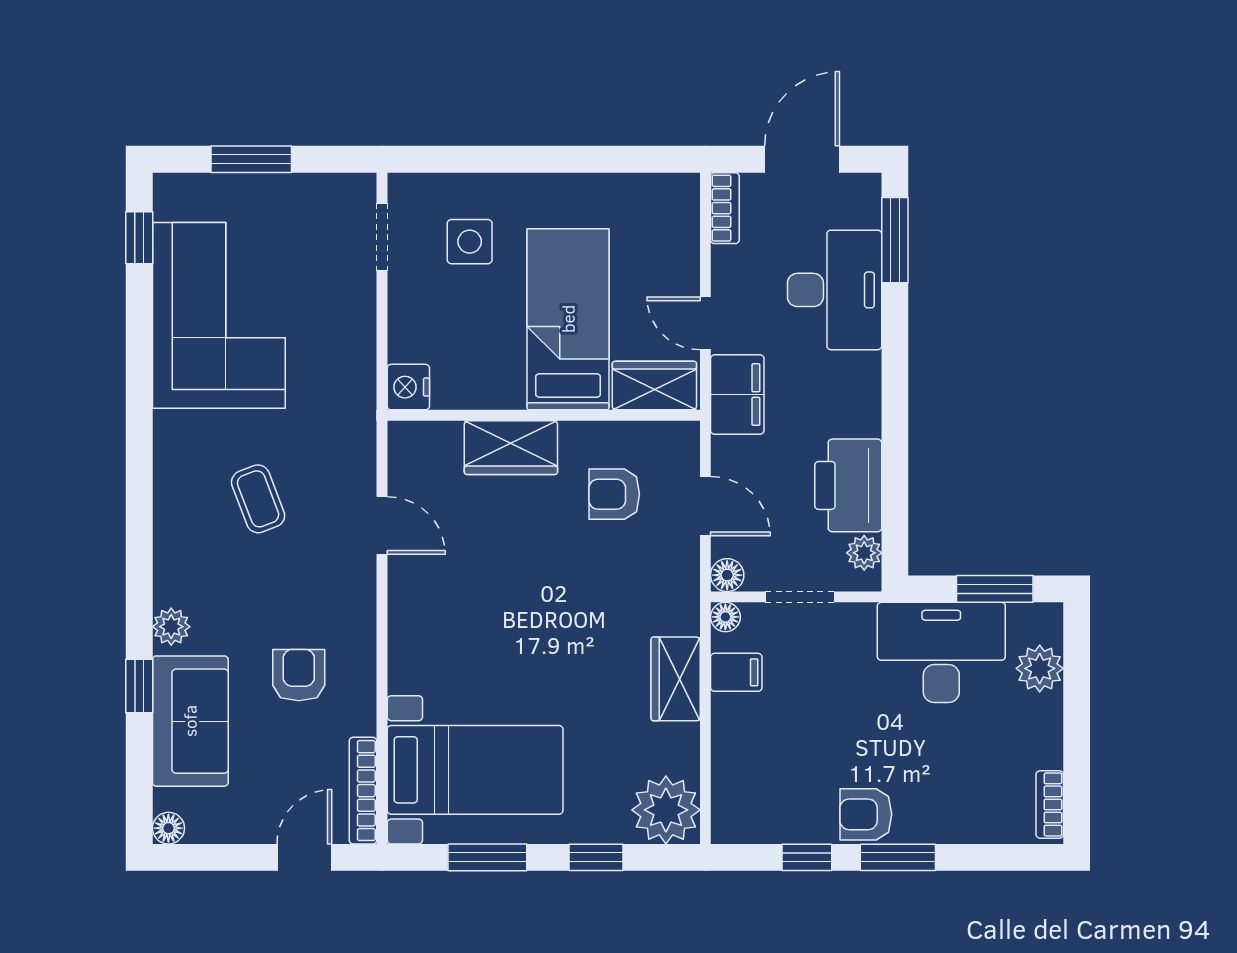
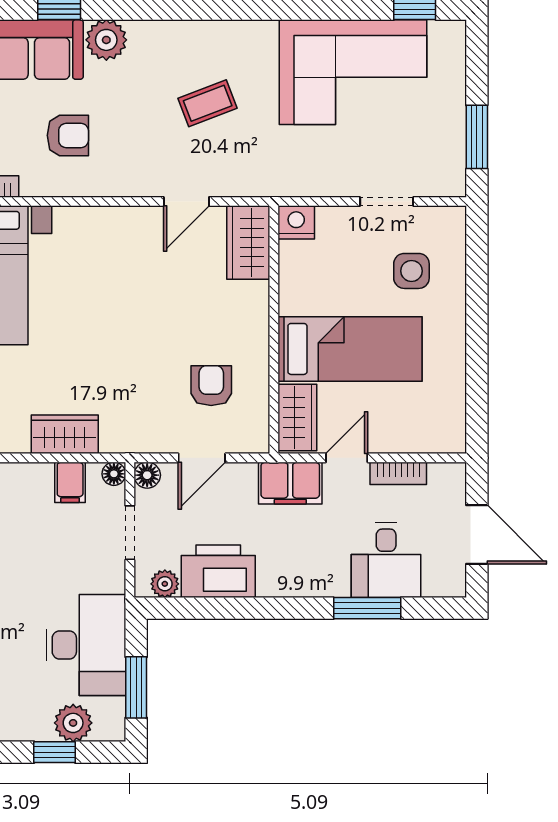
window: (251, 159) -> (477, 137), moved
bookcase: (725, 208) -> (398, 473), moved
doorway: (382, 237) -> (387, 201), moved
window: (895, 240) -> (367, 608), moved
desk: (835, 290) -> (386, 560), width x0.73
wardrobe: (511, 448) -> (248, 243), moved
plant: (171, 627) -> (106, 40), width x1.38, depth x1.38
window: (1077, 692) -> (55, 752), added

